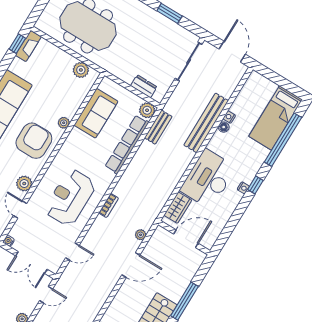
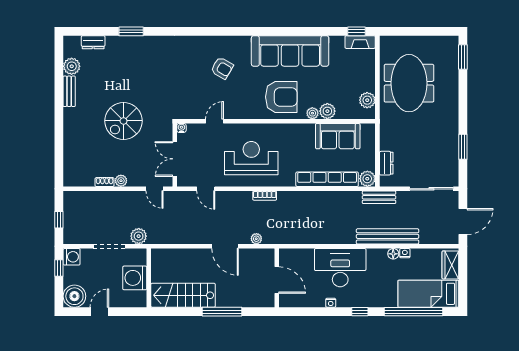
bench: (158, 127) -> (379, 197), moved
plant: (24, 184) -> (327, 111), moved
nightstand: (243, 188) -> (331, 303), moved
wardrobe: (178, 208) -> (450, 265), moved, turned 90

